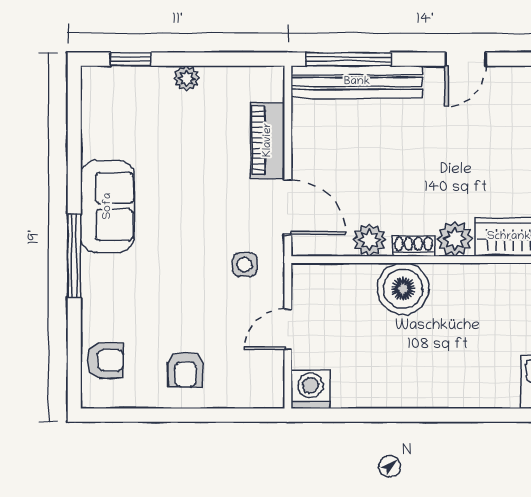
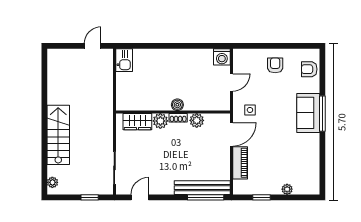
window: (130, 59) -> (261, 197), moved
door: (466, 59) -> (140, 197), moved
plant: (187, 78) -> (287, 189), moved
sofa: (108, 206) -> (308, 113), moved
door: (288, 207) -> (232, 134), swing flipped
boiler: (403, 289) -> (177, 105), width x0.54, depth x0.54

